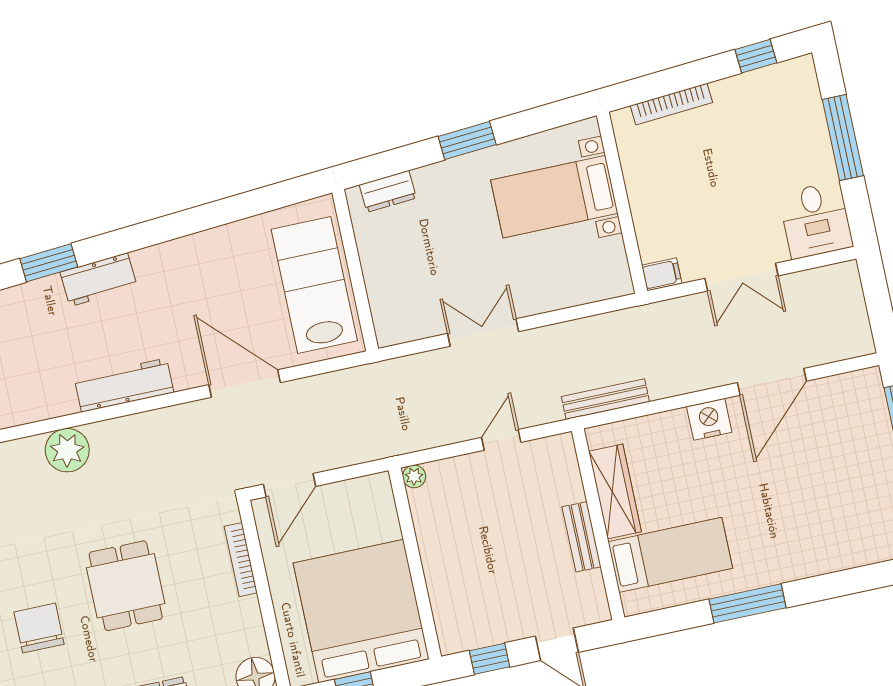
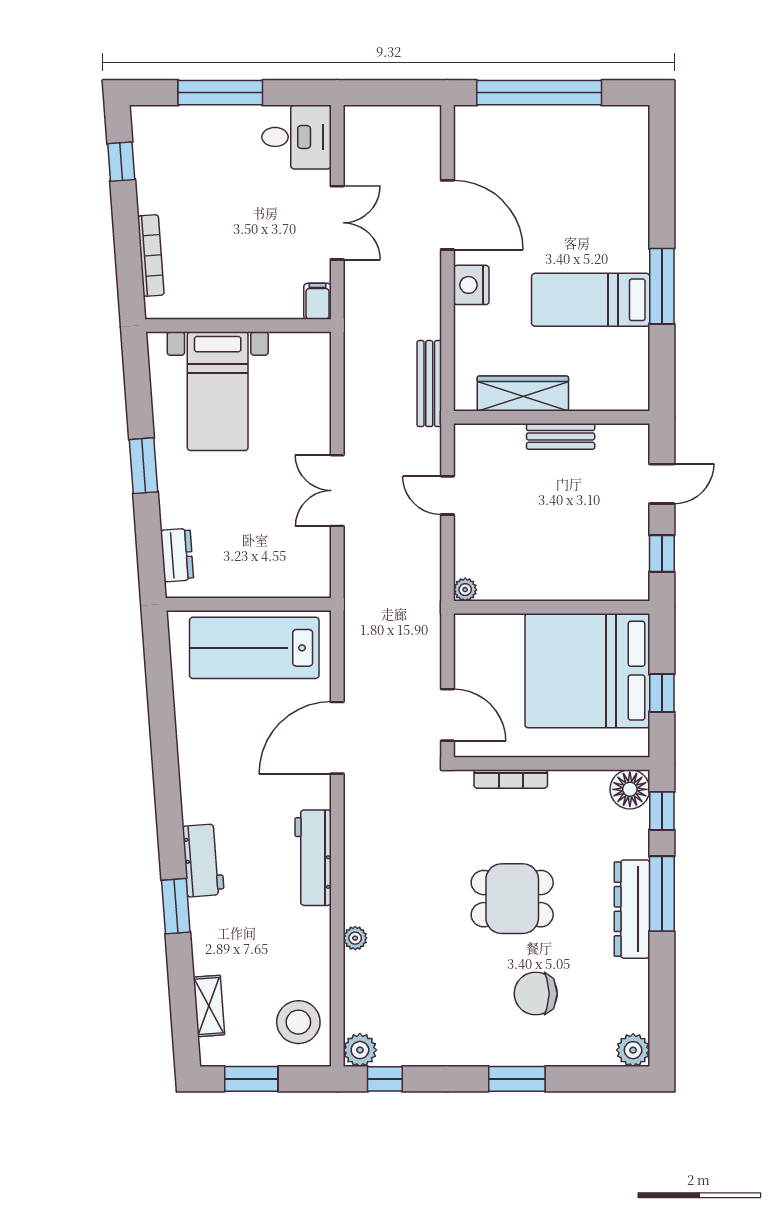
plant: (67, 450) -> (355, 938), width x0.53, depth x0.53
bed: (670, 555) -> (591, 300), moved, turned -90

